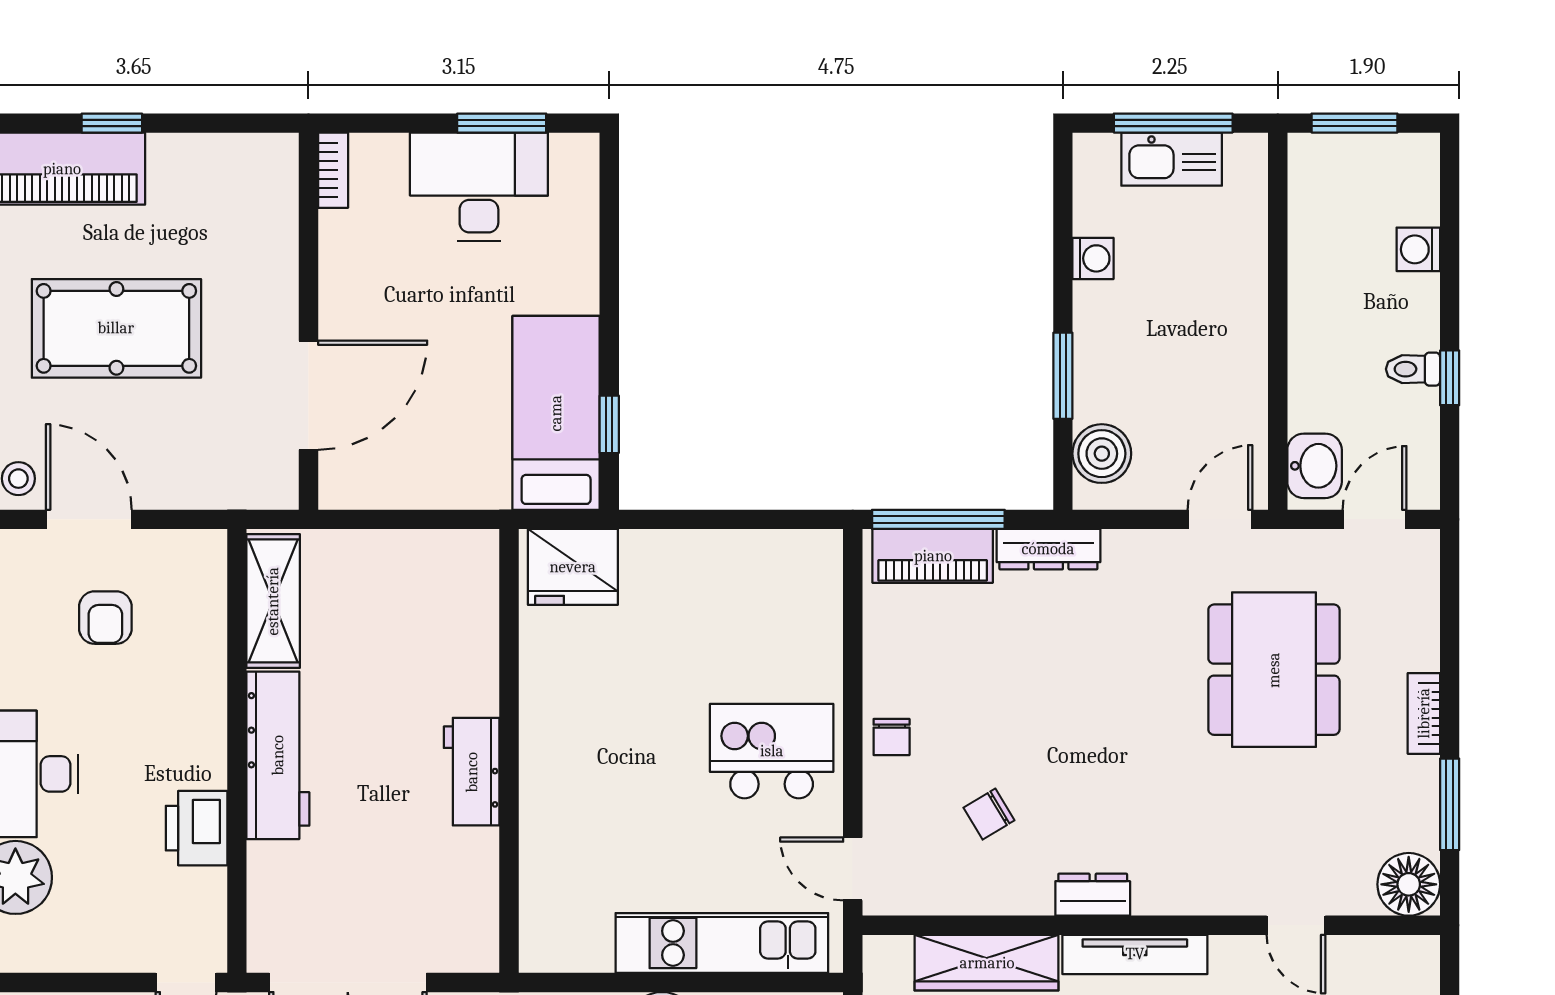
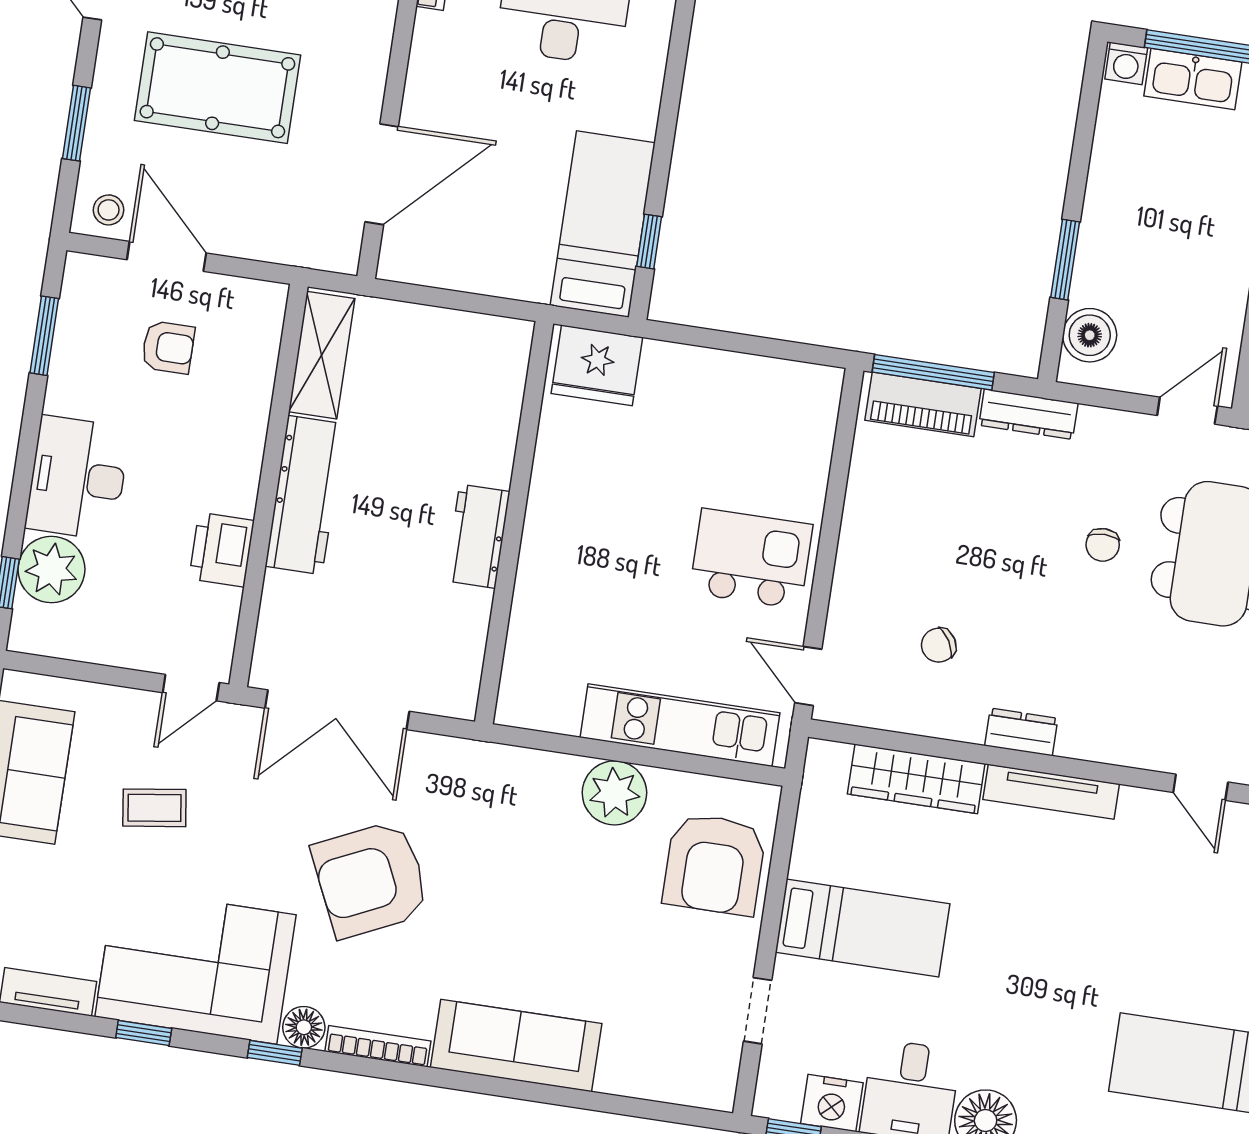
washing machine: (1093, 258) -> (1126, 63), moved, turned 90
armchair: (105, 618) -> (168, 347), turned -90
chair: (892, 737) -> (1103, 545), moved

